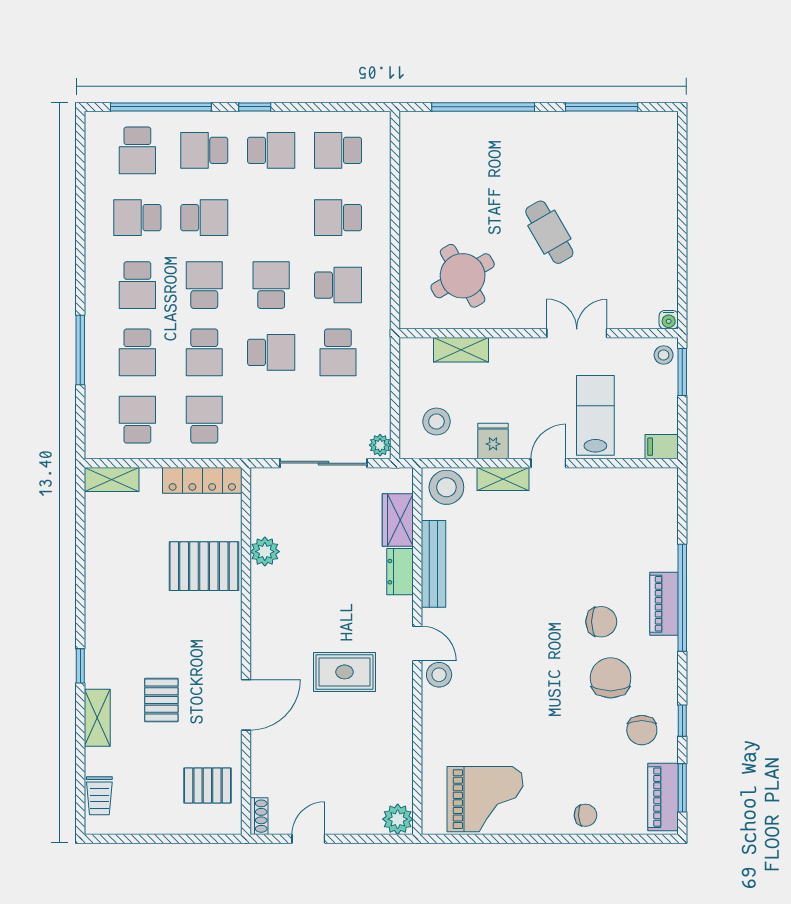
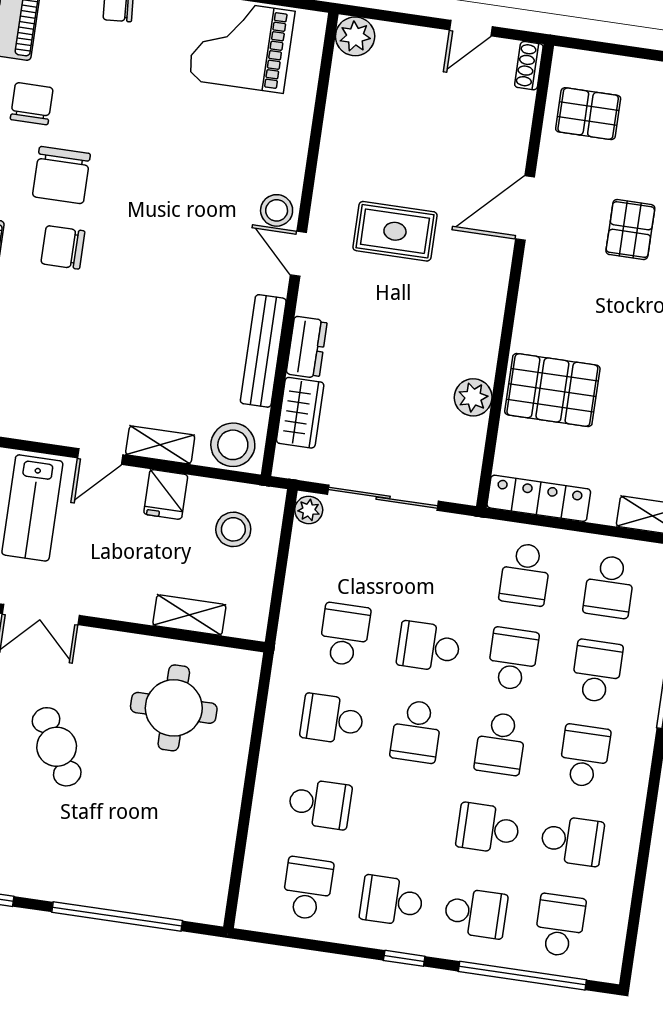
school desk: (338, 150) -> (307, 888), turned -90
round table: (463, 276) -> (174, 708), turned 30

